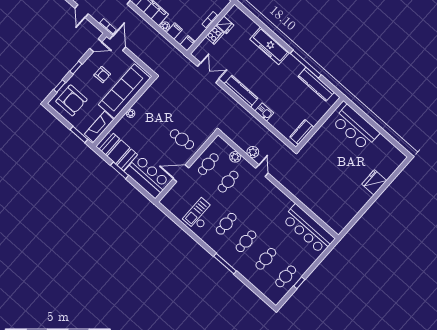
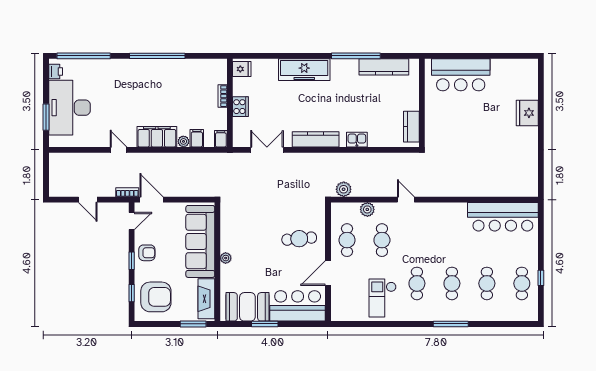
fridge: (225, 25) -> (242, 69), moved
armchair: (102, 75) -> (147, 253), moved
plant: (253, 152) -> (344, 189), moved

